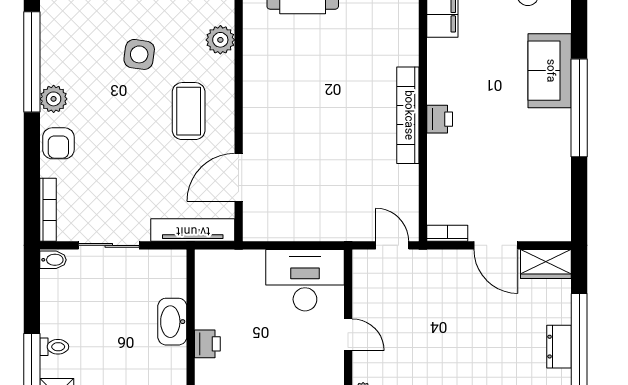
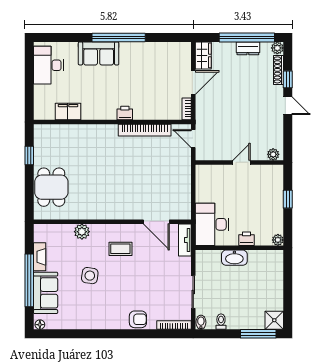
window: (32, 62) -> (94, 334), removed
plant: (54, 99) -> (114, 322), removed
coffee table: (189, 111) -> (120, 249), width x0.73, depth x0.77
bookcase: (408, 115) -> (145, 130), moved
tv unit: (193, 230) -> (185, 240), width x0.71
door: (392, 245) -> (193, 139), hinge flipped
desk: (305, 280) -> (212, 224), moved
toilet: (54, 347) -> (221, 322), moved

